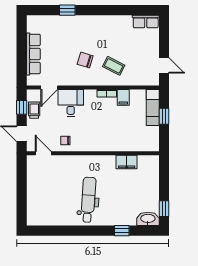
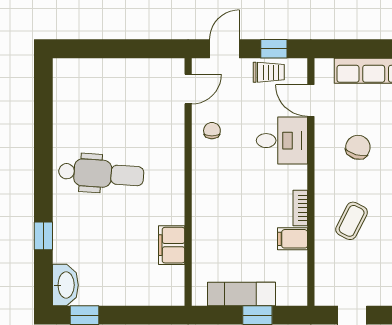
chair: (85, 60) -> (358, 147), moved
exam couch: (153, 108) -> (242, 294), moved

